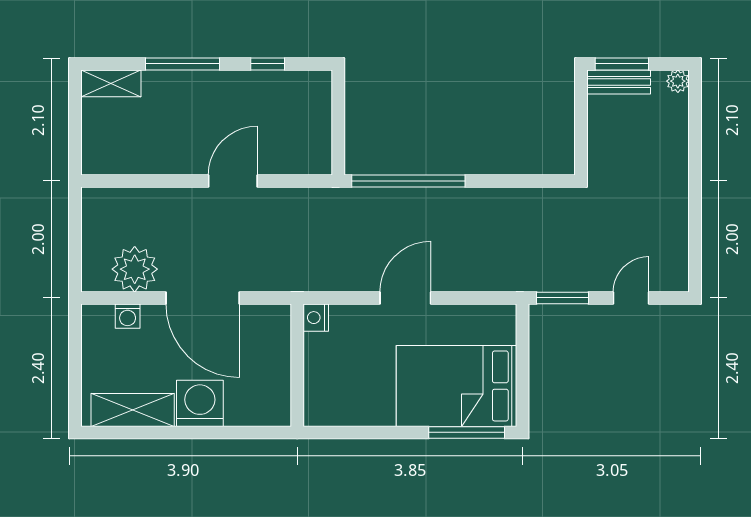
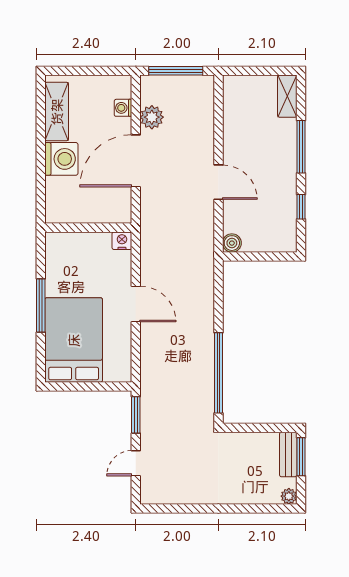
boiler: (319, 162) -> (232, 243), added
window: (408, 181) -> (218, 373), moved
window: (75, 241) -> (176, 71), added
plant: (135, 269) -> (152, 117), width x0.73, depth x0.73
door: (631, 298) -> (136, 463), swing flipped
window: (467, 432) -> (41, 306), moved

